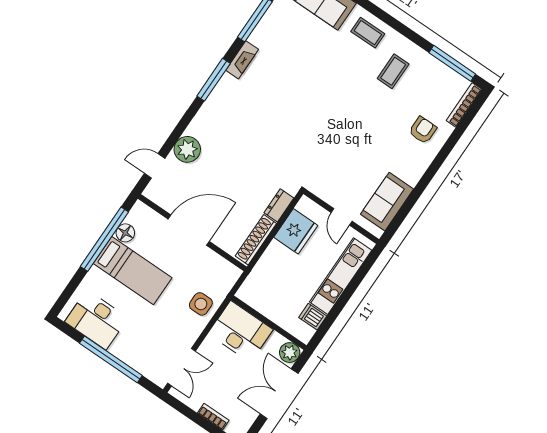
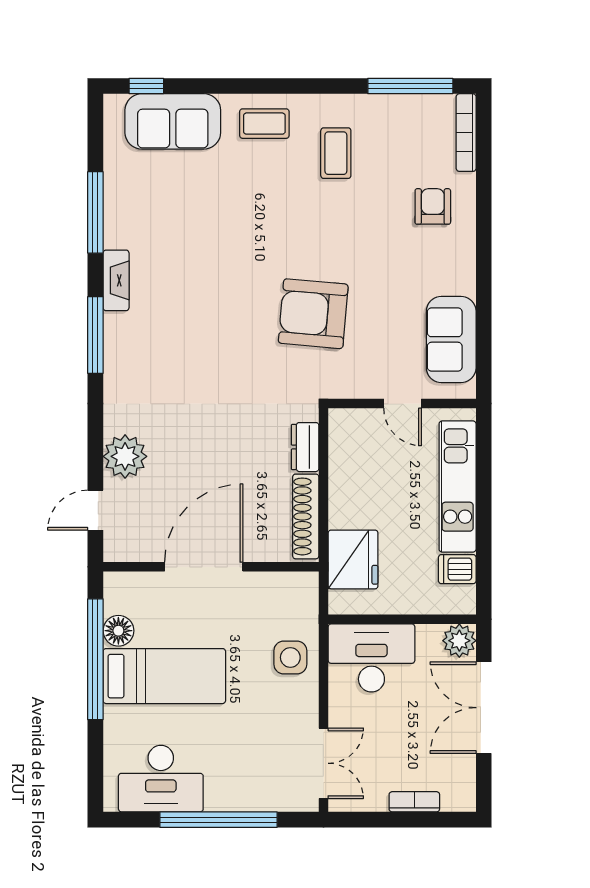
armchair: (328, 143) -> (313, 314), added
fridge: (296, 231) -> (353, 559), moved

